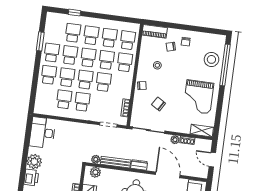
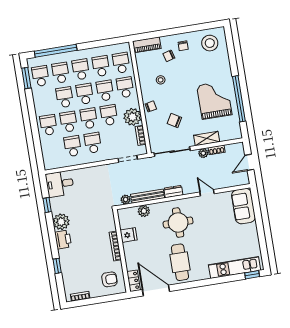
window: (74, 13) -> (56, 51), width x3.17
window: (40, 41) -> (26, 78), moved
school desk: (52, 53) -> (40, 76), moved
stool: (211, 59) -> (210, 43), moved
window: (225, 65) -> (239, 99), moved
plant: (123, 90) -> (132, 117), added
grand piano: (198, 97) -> (214, 100), turned 180
shelving: (202, 131) -> (207, 139), moved
desk: (42, 133) -> (60, 184), width x0.73
window: (27, 143) -> (47, 205), added
door: (212, 160) -> (249, 162), hinge flipped
plant: (95, 172) -> (144, 211), moved
door: (168, 175) -> (207, 193), width x0.53

